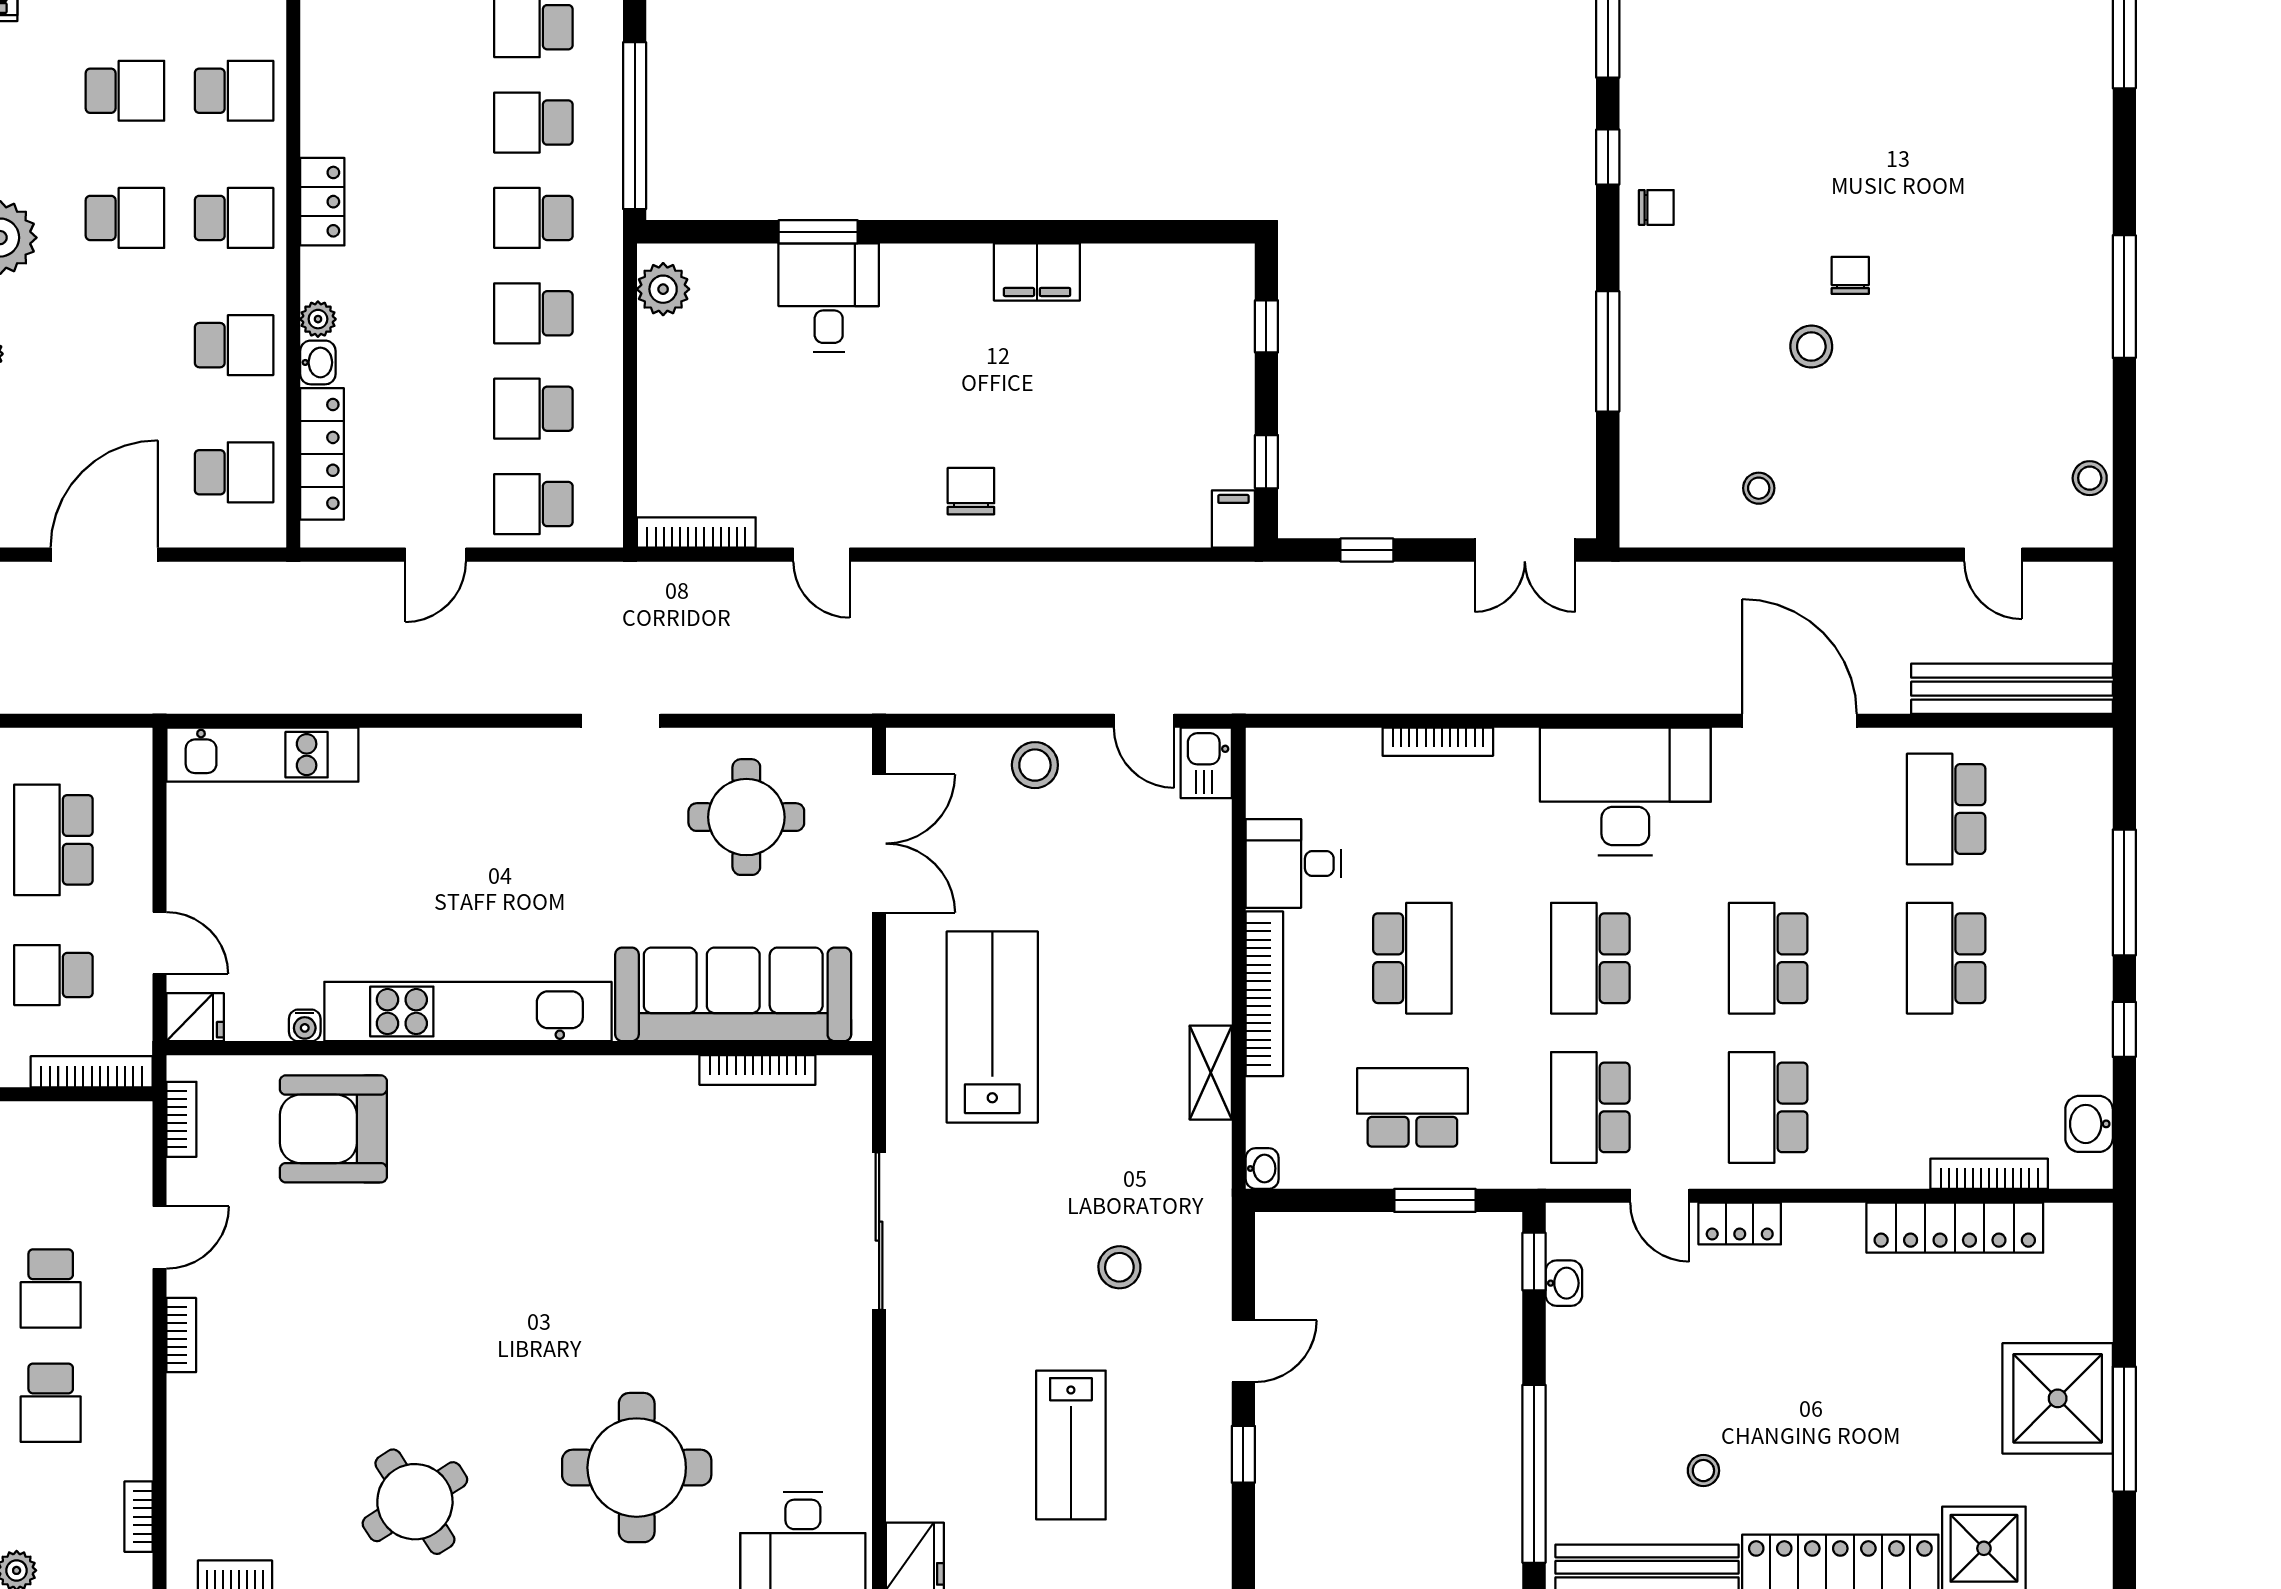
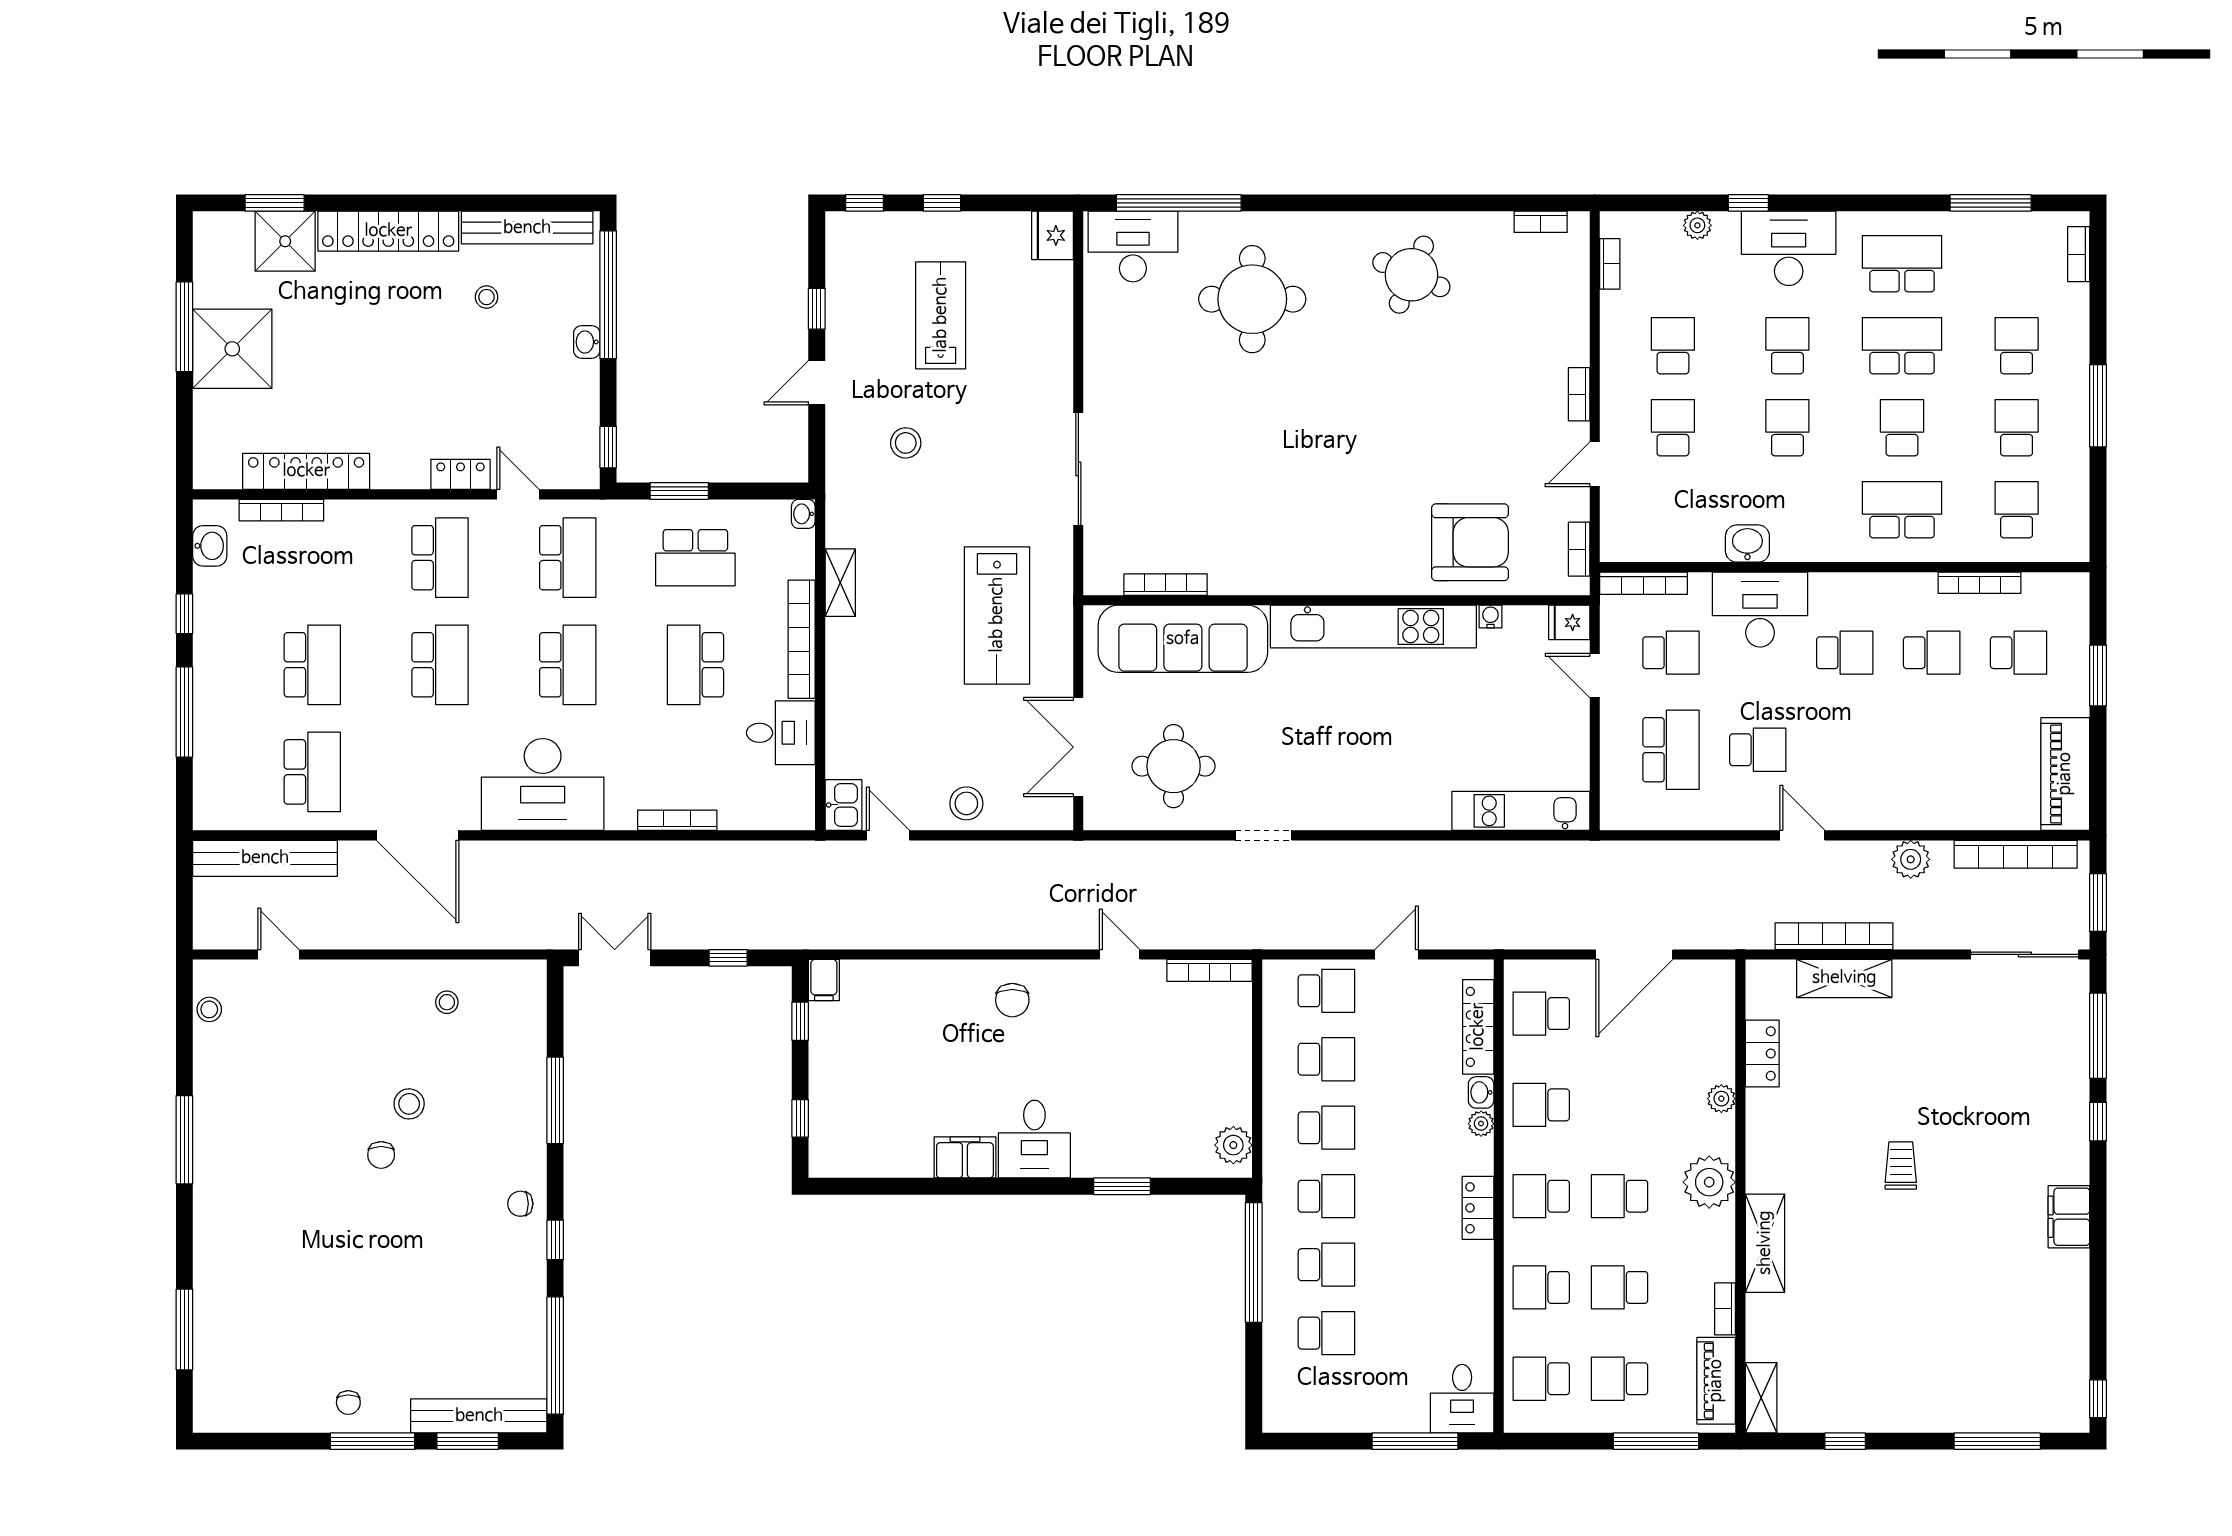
desk: (829, 297) -> (1034, 1139), moved
washbasin: (1564, 1283) -> (587, 342), moved
round table: (415, 1502) -> (1411, 275), turned -34

